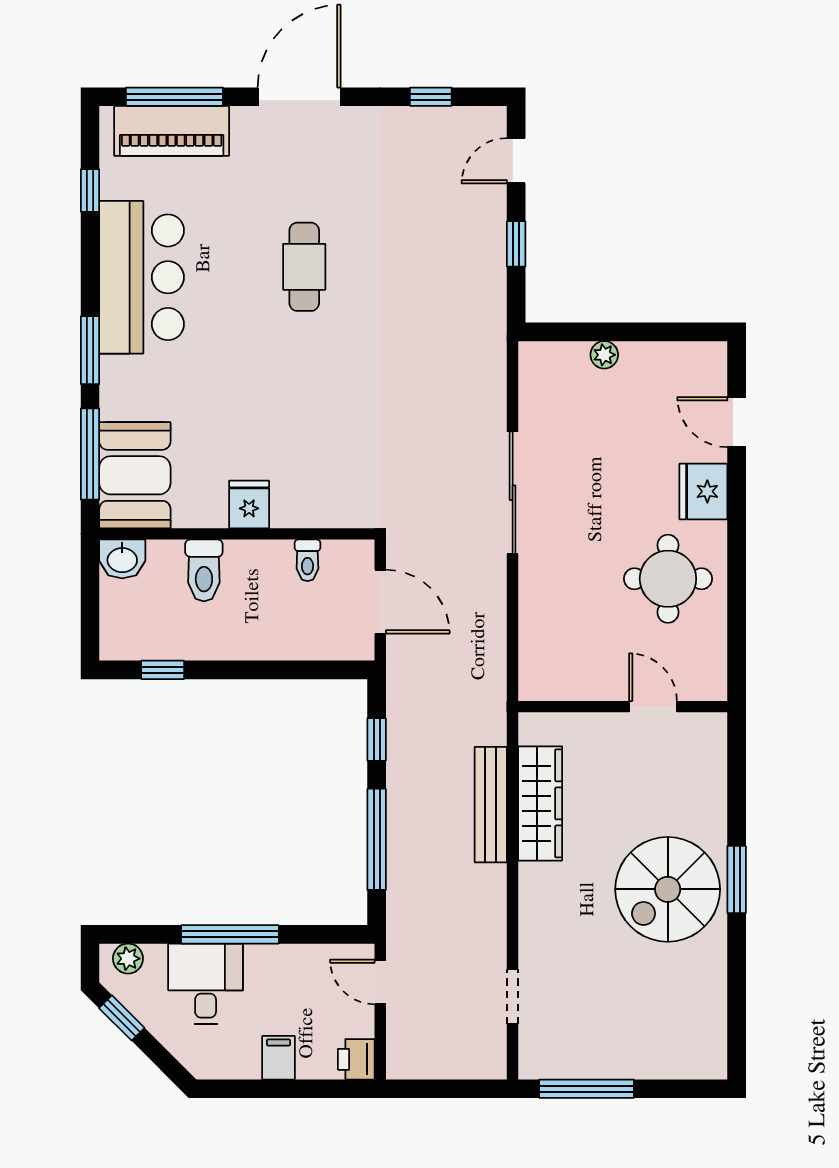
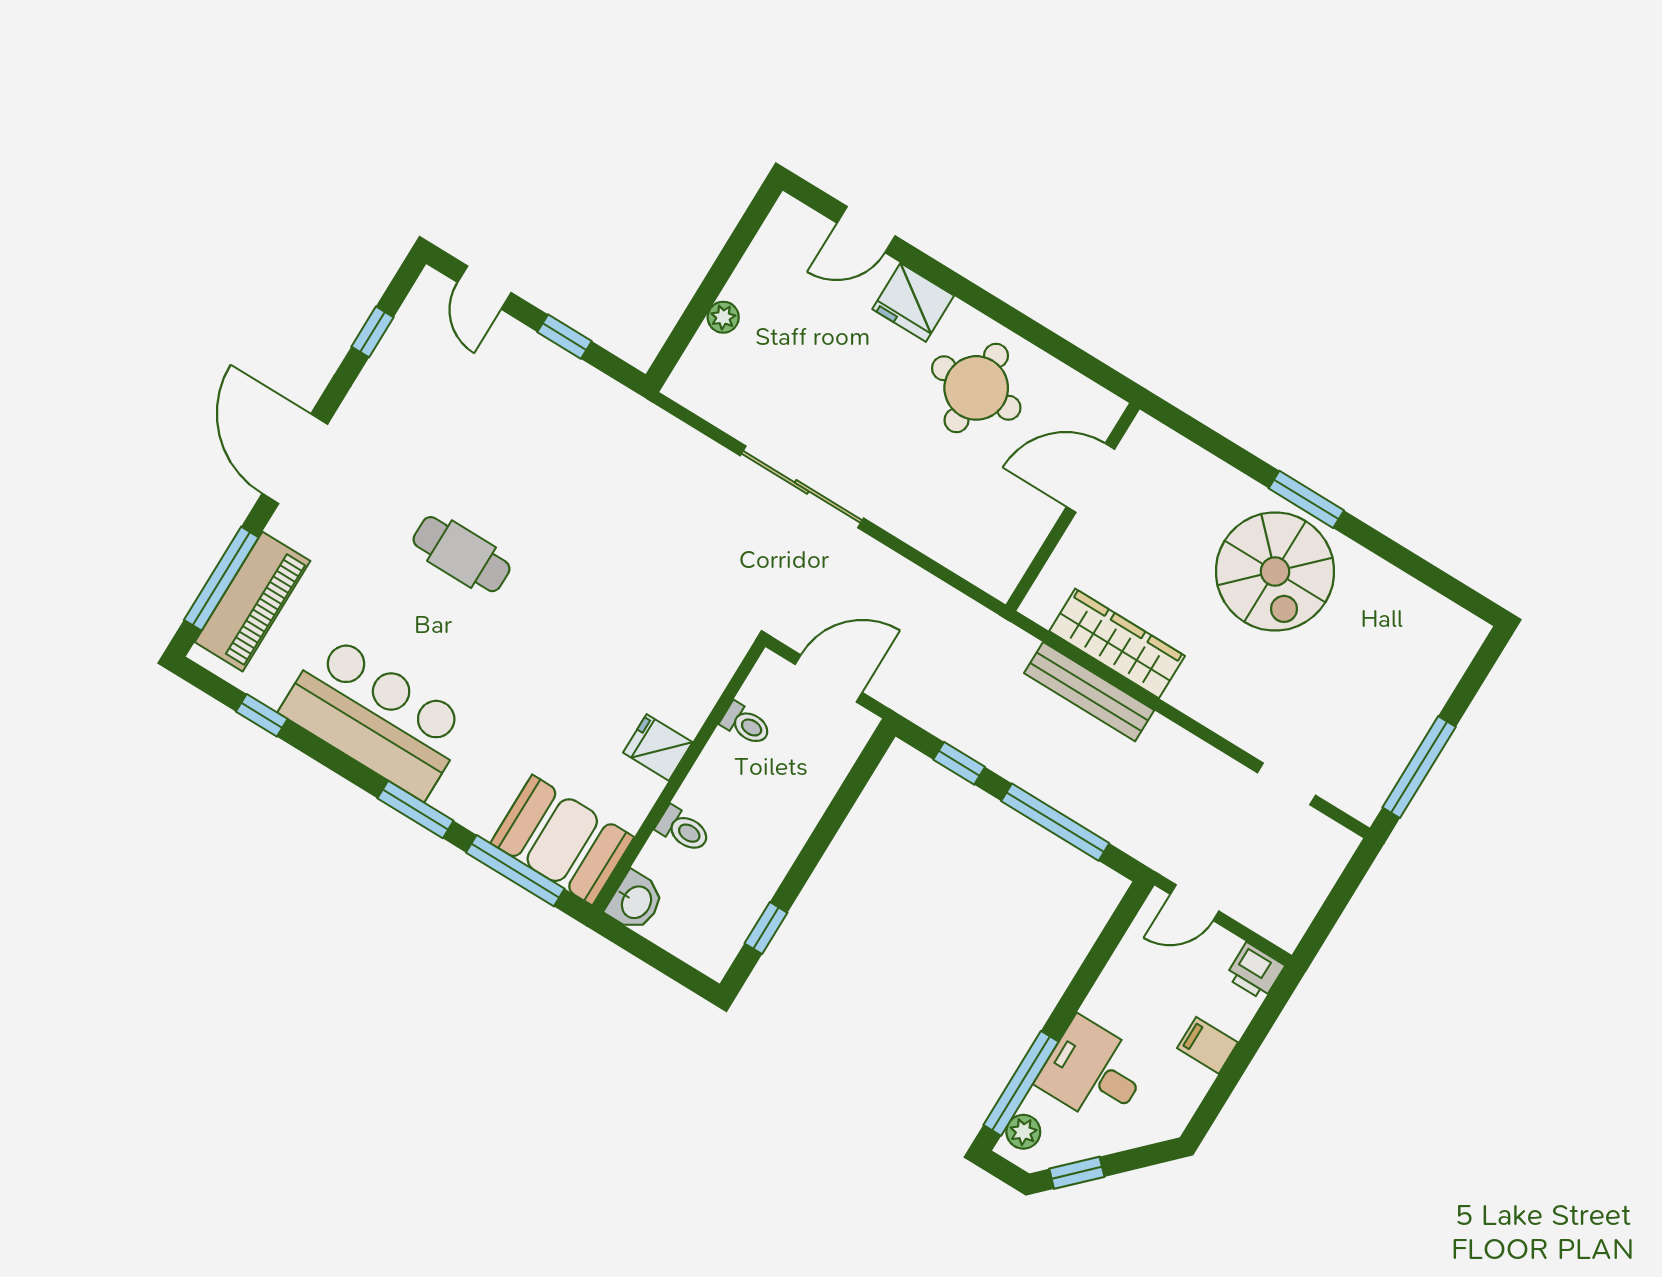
toilet: (204, 570) -> (683, 829), width x0.73, depth x0.72
door: (653, 707) -> (1090, 478), width x1.38
window: (230, 934) -> (1021, 1083), moved

